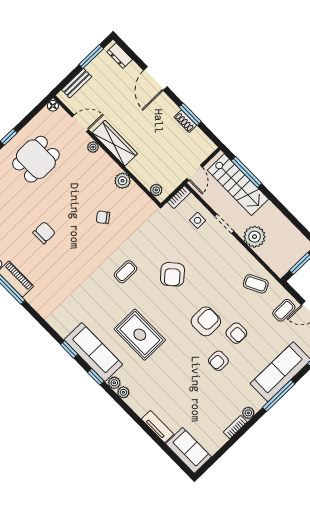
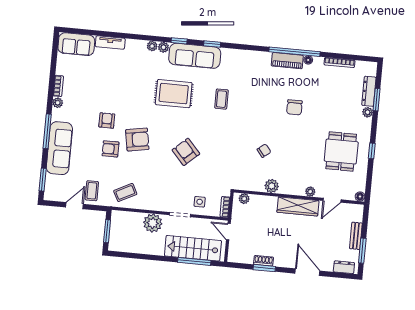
bench: (77, 83) -> (356, 236), moved
coffee table: (125, 272) -> (221, 99), moved
armchair: (206, 321) -> (137, 140), turned -100

